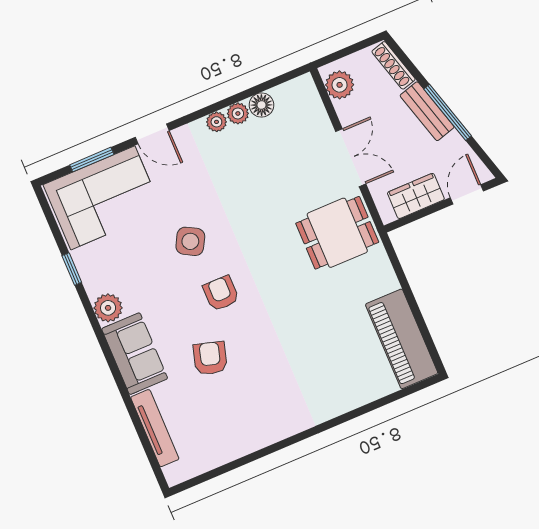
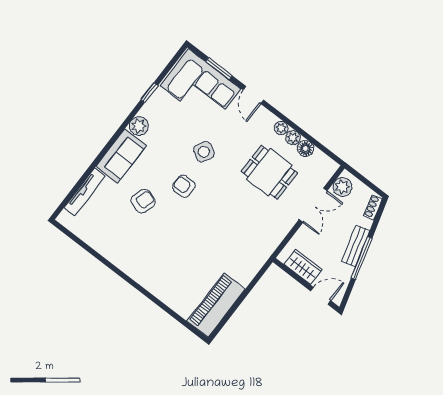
shoe rack: (394, 65) -> (373, 207), width x0.70
double door: (351, 158) -> (313, 205), moved
dining table: (337, 233) -> (269, 172), moved
armchair: (221, 293) -> (184, 186), turned -90

